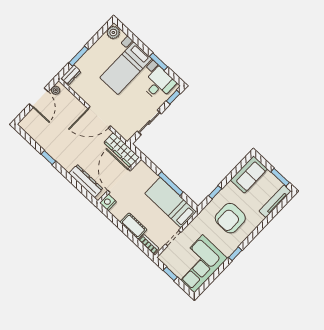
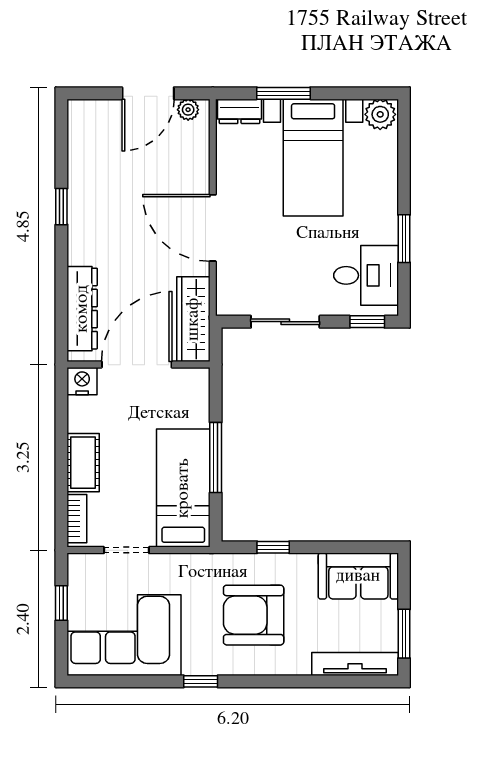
bed with nightstands: (126, 68) -> (313, 158), moved, turned -90

